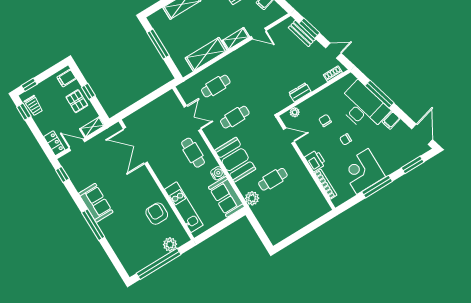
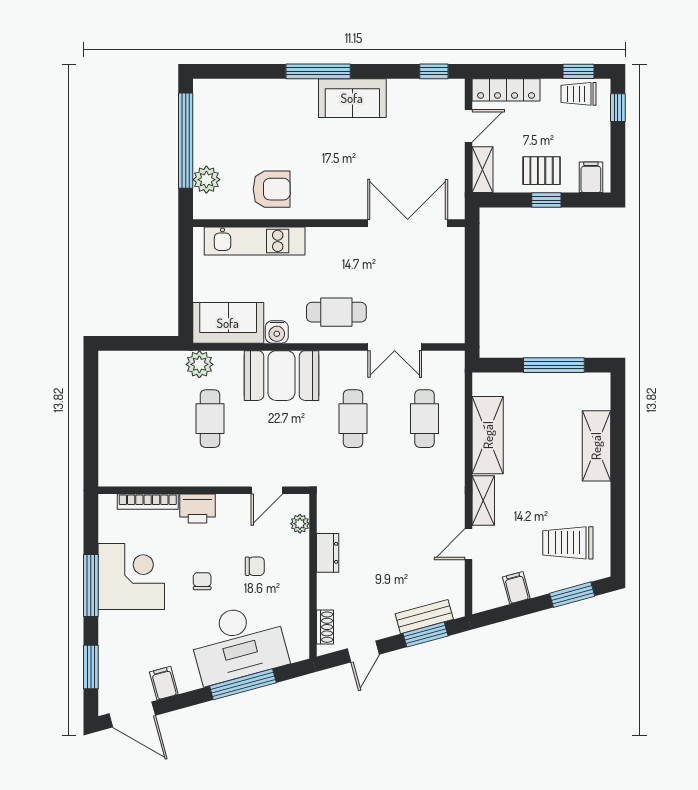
filing cabinet: (391, 120) -> (164, 683), moved
locker: (54, 143) -> (506, 90), width x1.53

